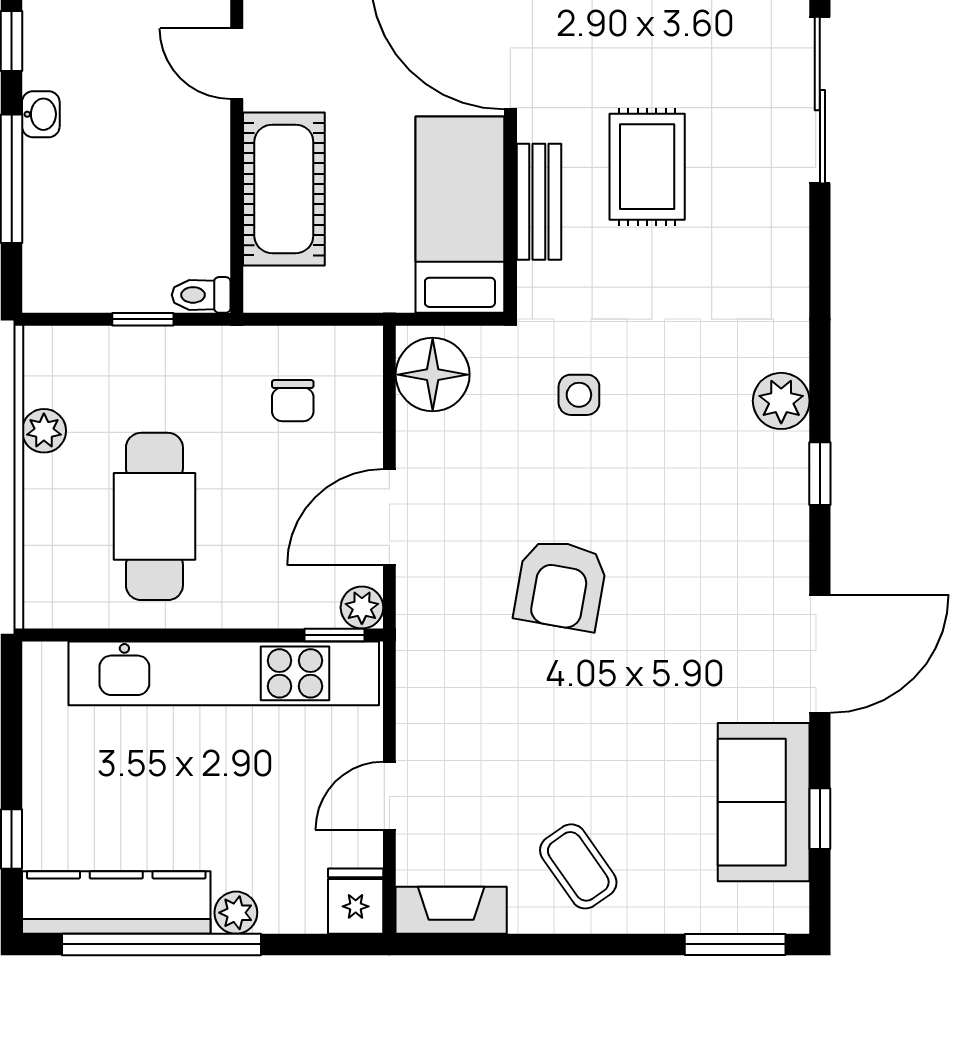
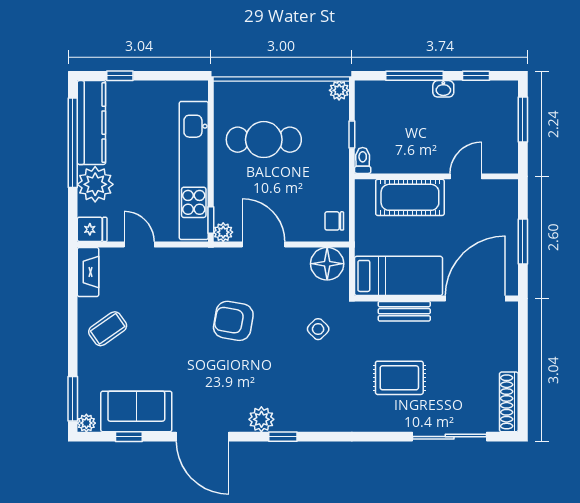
rug: (647, 167) -> (399, 378), moved
side table: (579, 395) -> (318, 329), turned 45
chair: (293, 401) -> (334, 221), moved
plant: (781, 401) -> (261, 419), moved
plant: (44, 431) -> (339, 90), moved
plant: (236, 913) -> (95, 184), width x1.87, depth x1.87
plant: (789, 914) -> (86, 423), added

